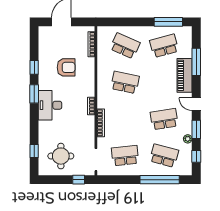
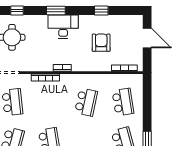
school desk: (125, 46) -> (123, 102), turned -33
armchair: (66, 67) -> (101, 43), turned 180
window: (34, 94) -> (56, 10), moved

